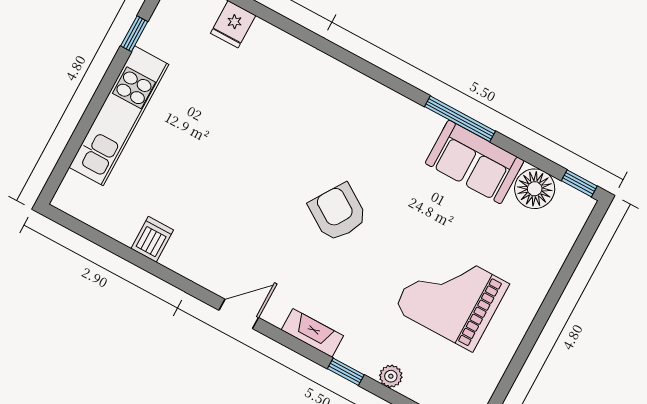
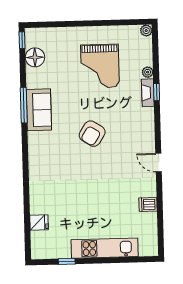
sofa: (475, 162) -> (39, 110), moved
door: (239, 314) -> (159, 163), moved
fireplace: (312, 333) -> (148, 93), moved

